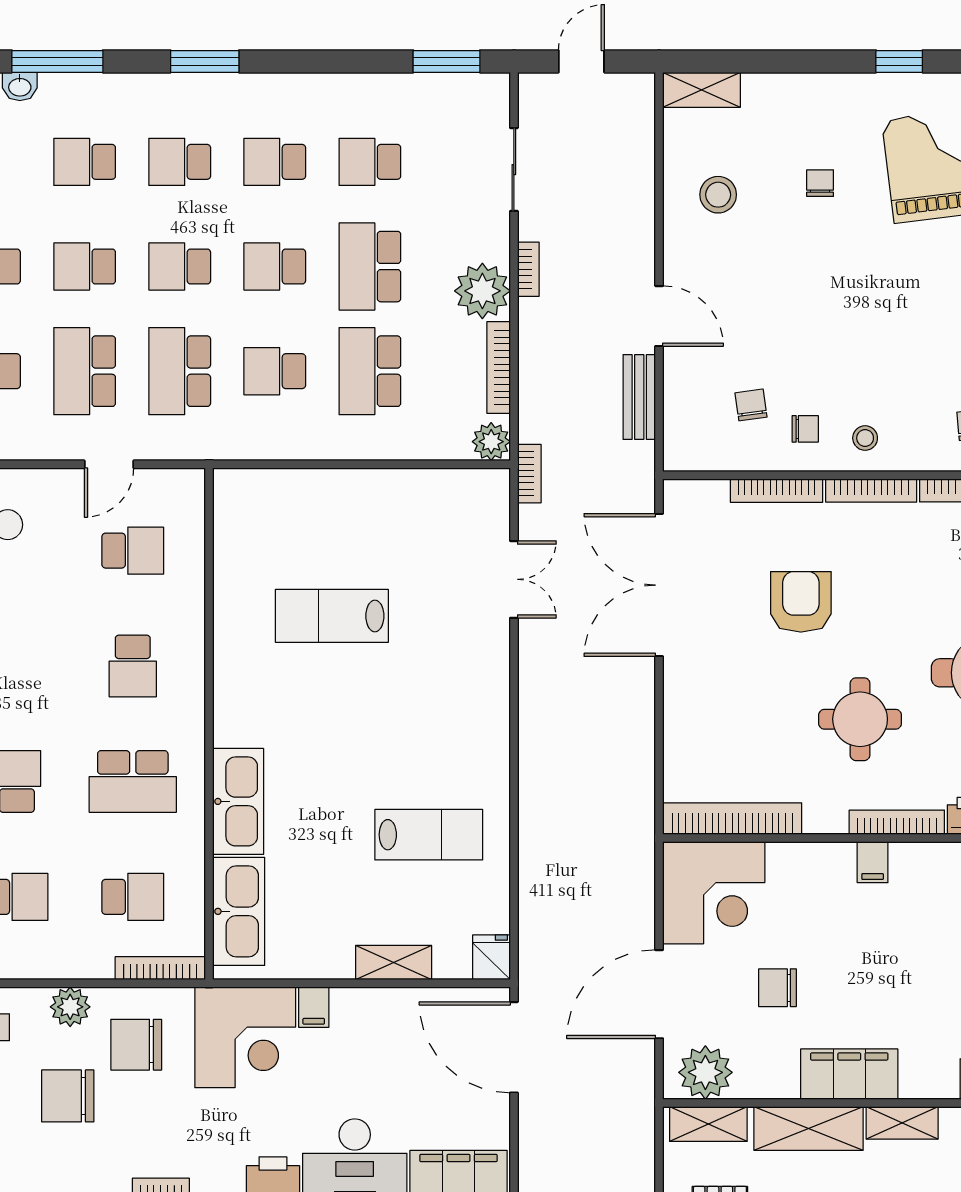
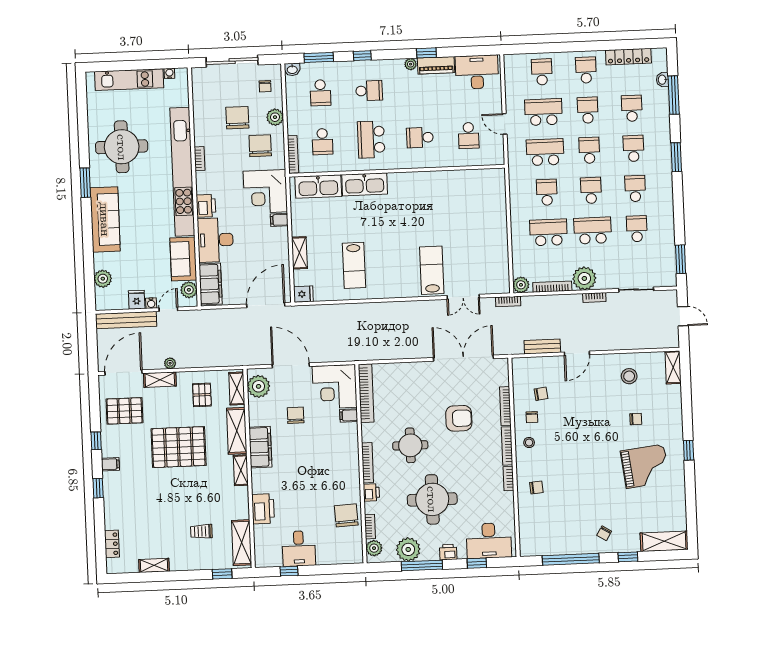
lab bench: (332, 616) -> (432, 270), moved
filing cabinet: (873, 862) -> (349, 415), moved

